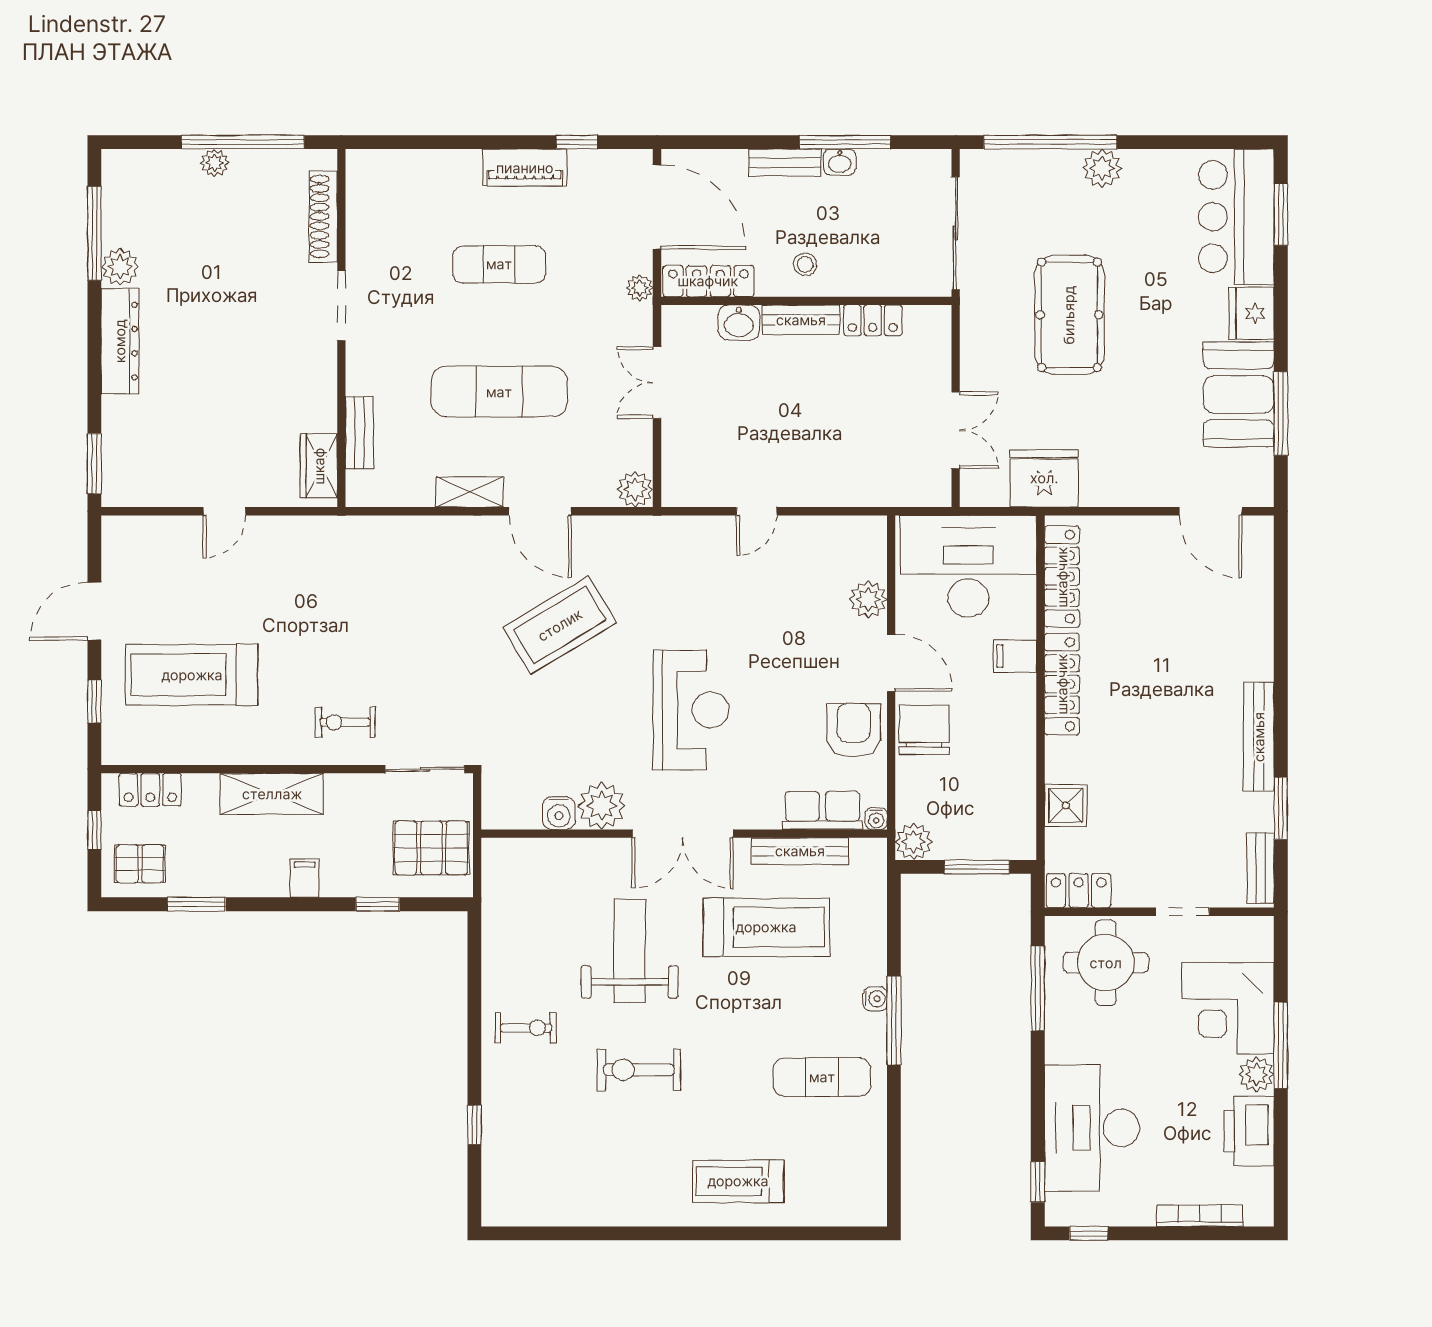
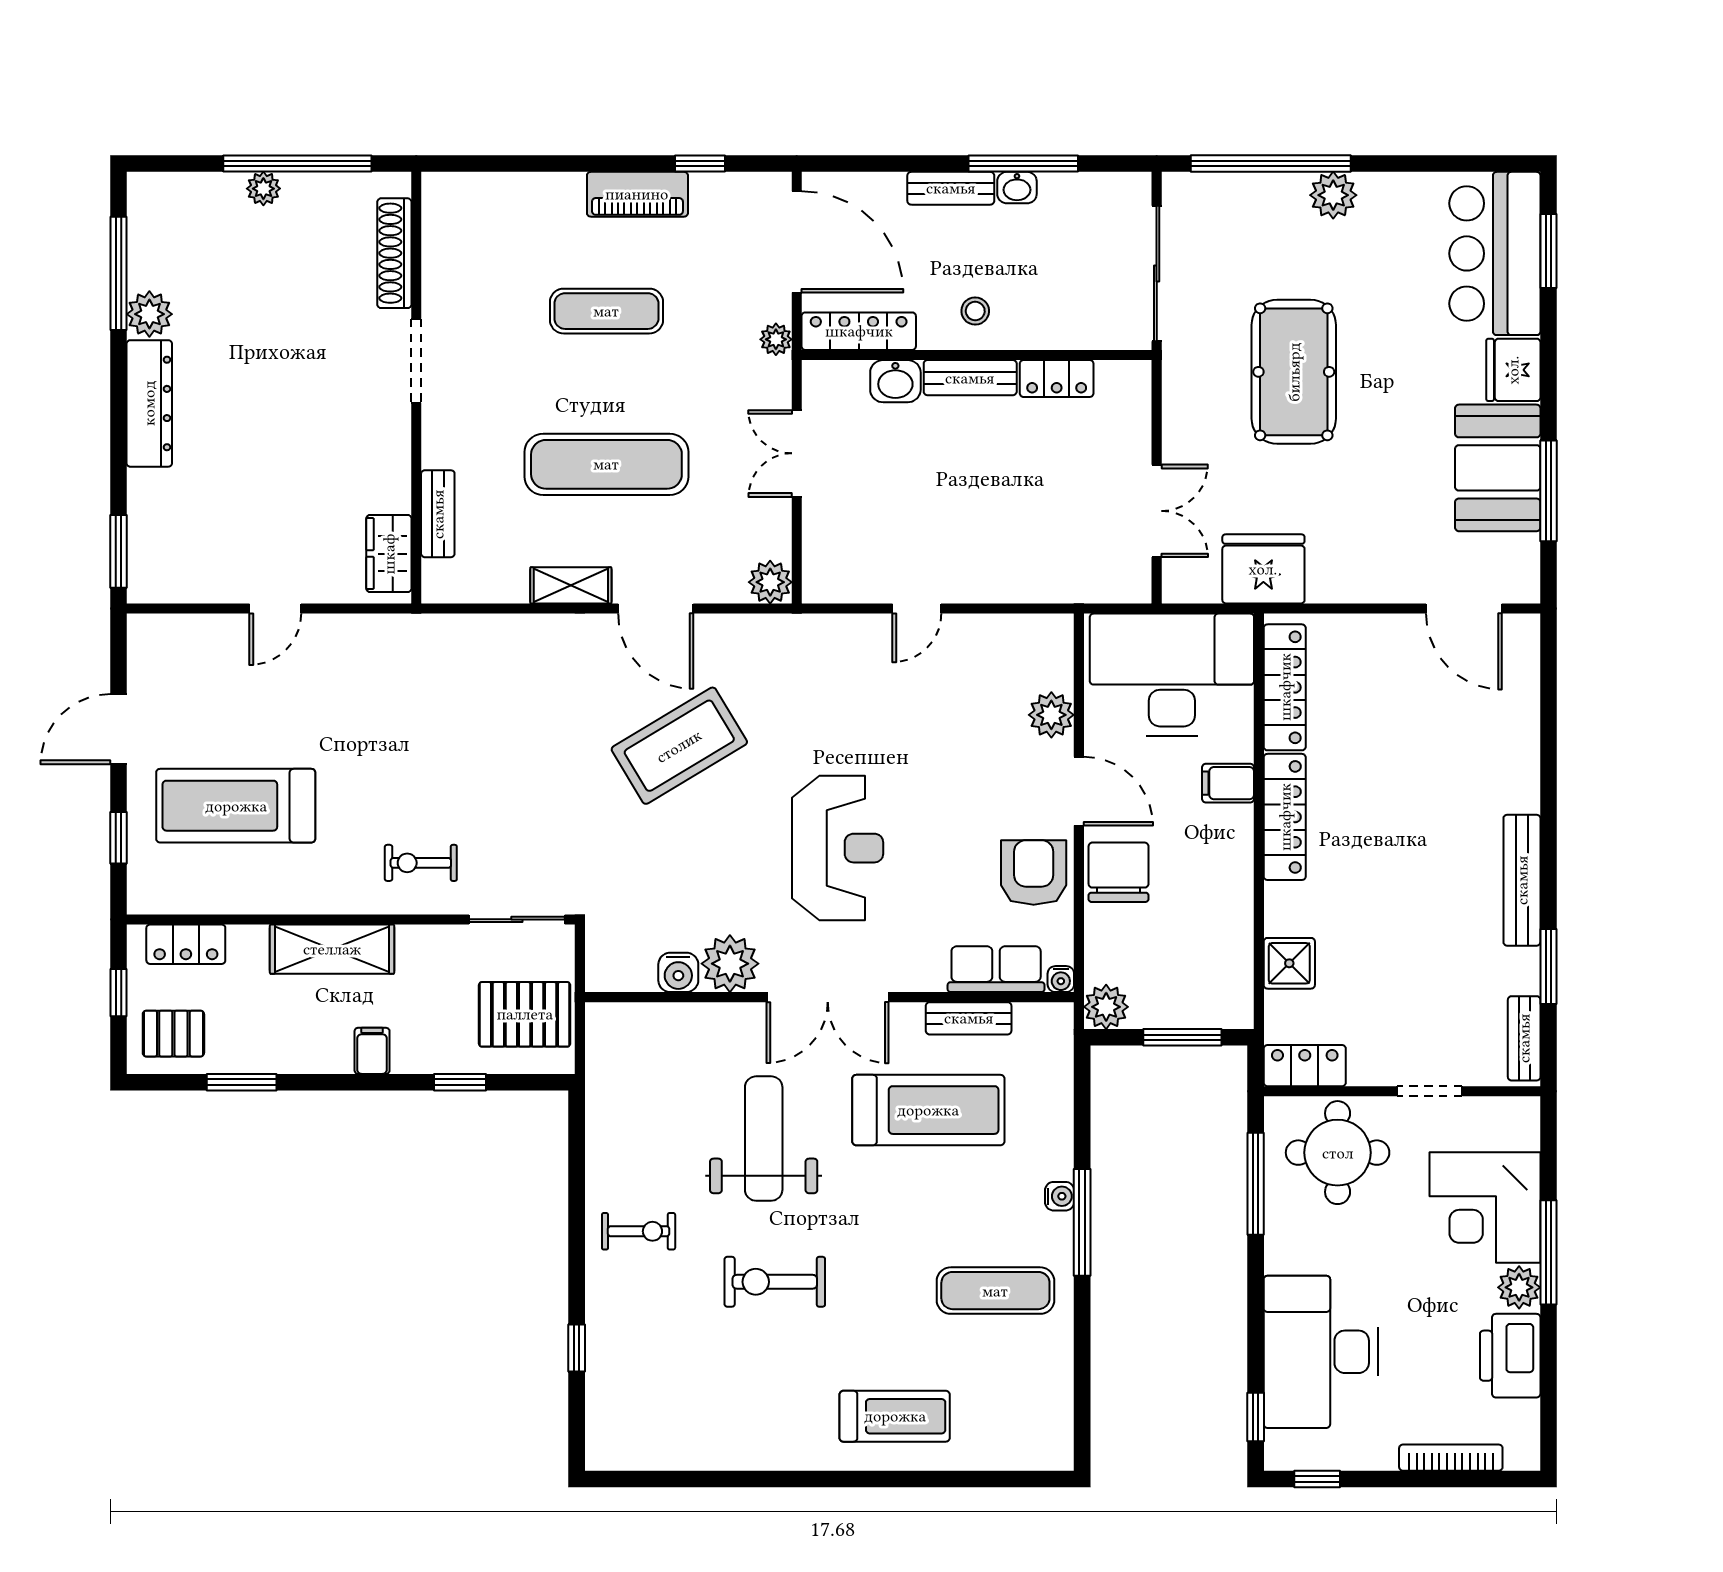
bench: (800, 851) -> (969, 1018), width x0.73
treadmill: (738, 1181) -> (895, 1416), turned 180

